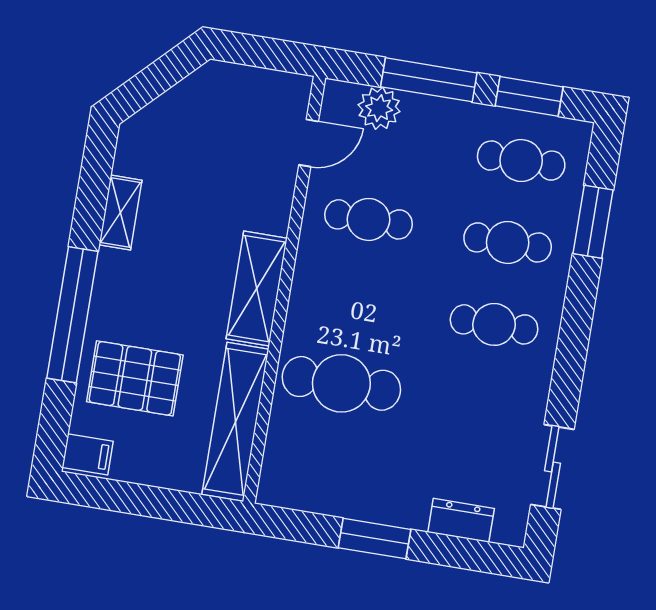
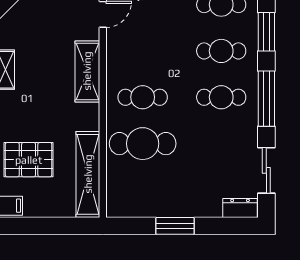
cafe table: (368, 219) -> (143, 97), moved
shelving: (257, 289) -> (87, 71), moved
window: (573, 340) -> (266, 99), added
dresser: (461, 520) -> (240, 208), moved

